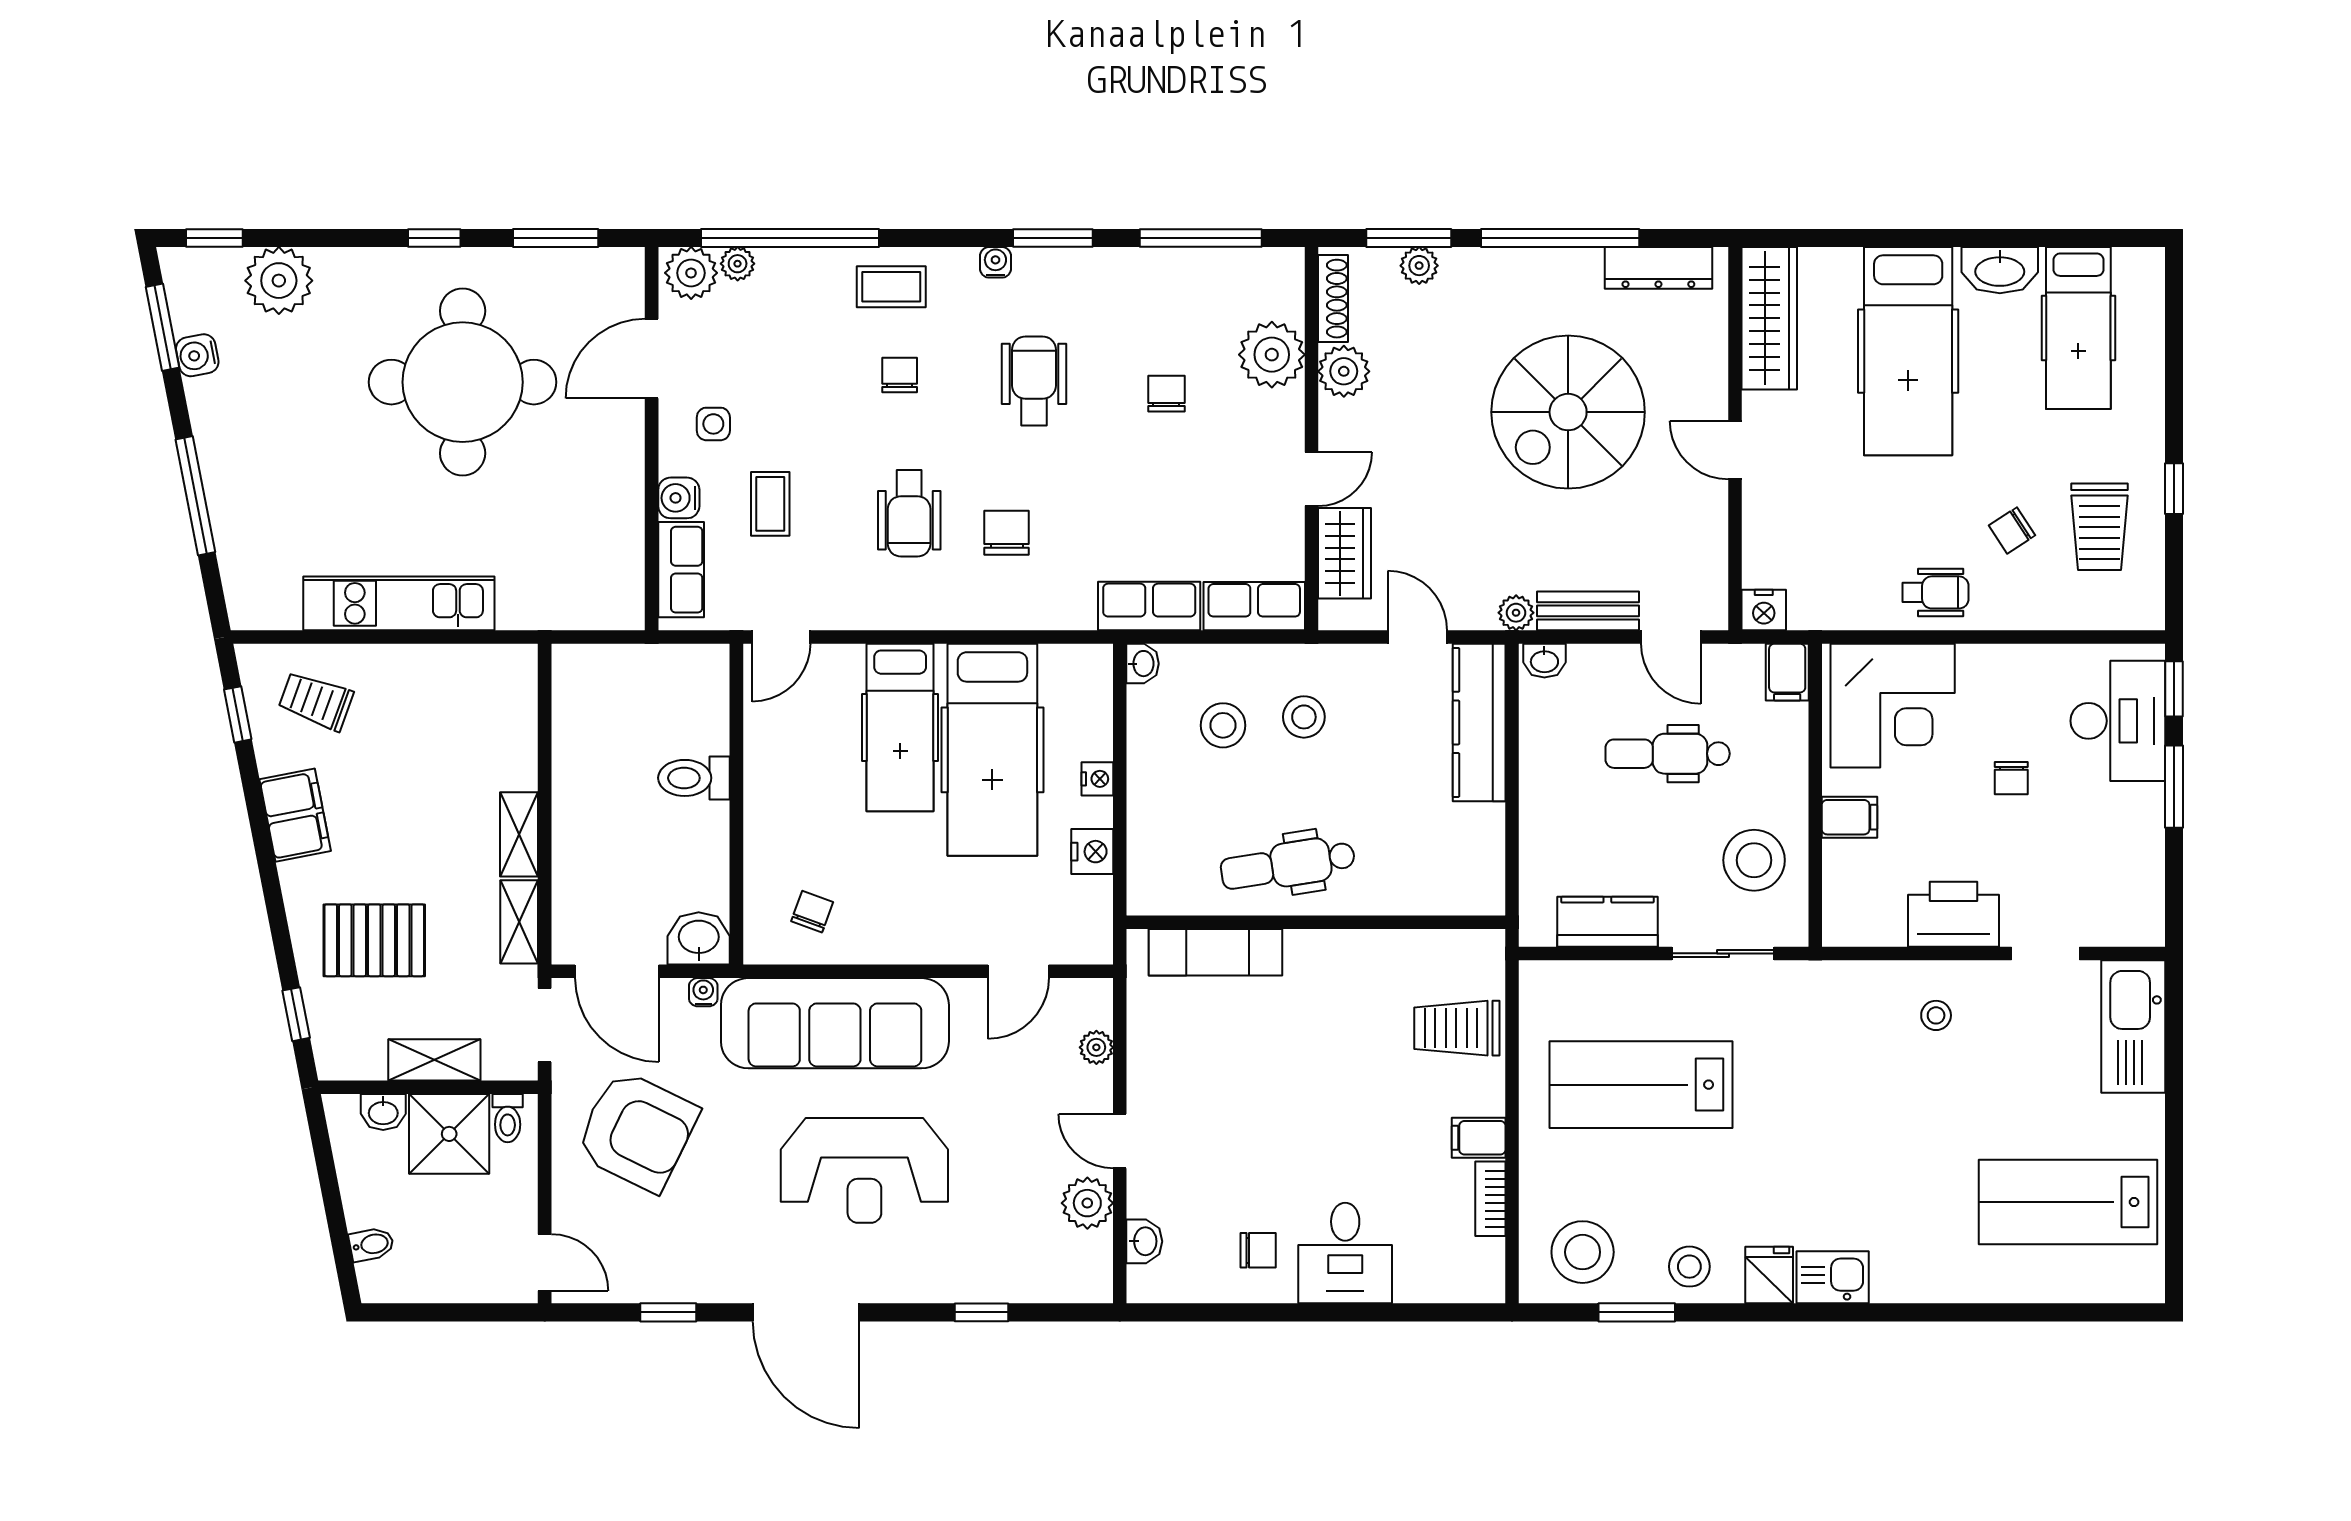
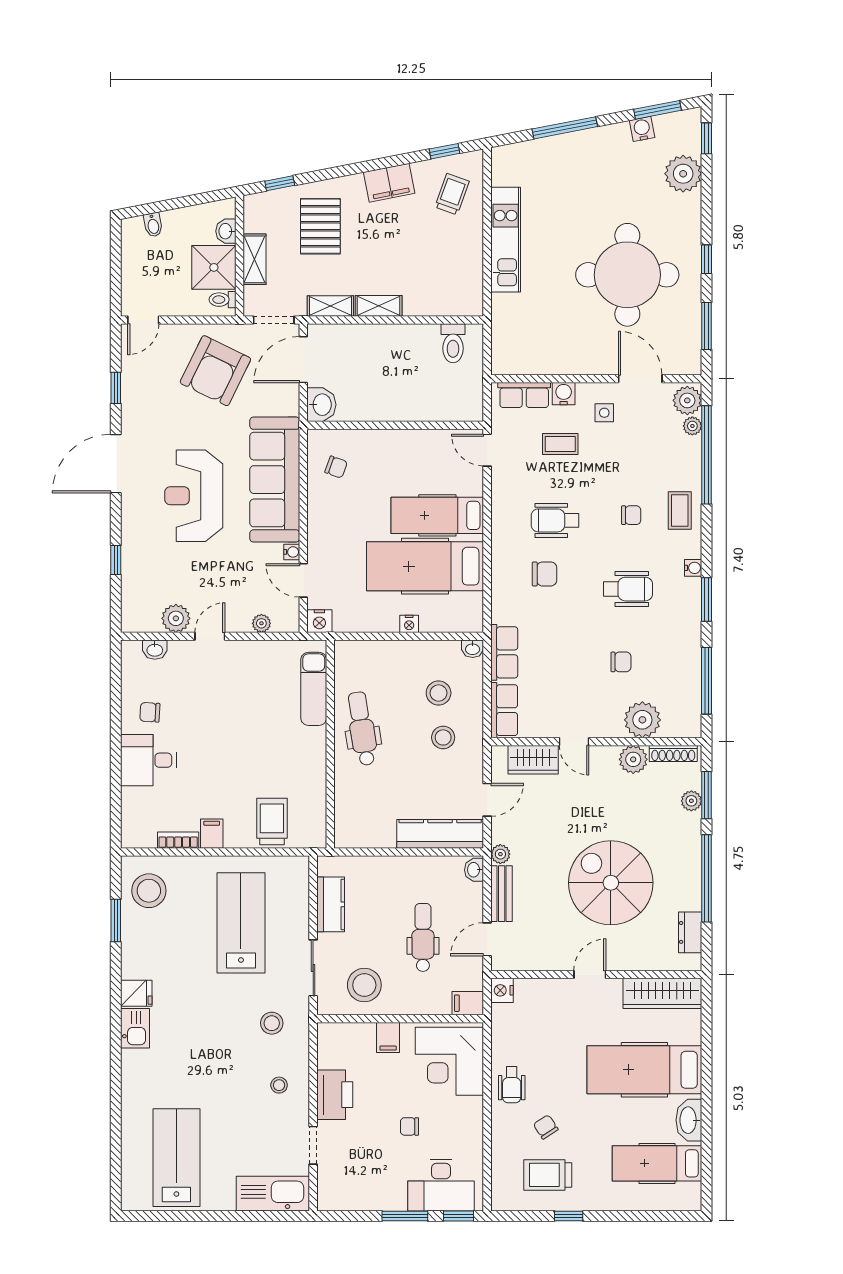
dresser: (1658, 268) -> (690, 932), width x0.70
toilet: (694, 778) -> (453, 343), moved, turned 180
nightstand: (1092, 852) -> (319, 621), moved
water cooler: (703, 992) -> (292, 552), moved
chair: (1258, 1250) -> (150, 712), turned 93
stool: (1689, 1267) -> (272, 1023), moved

